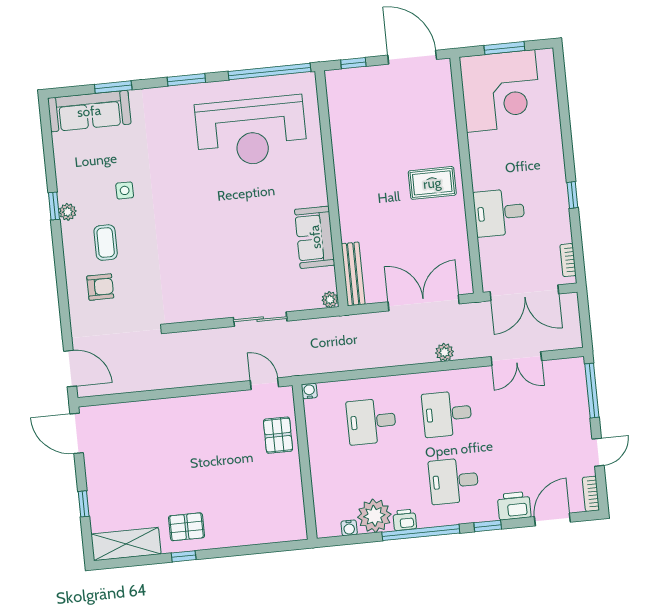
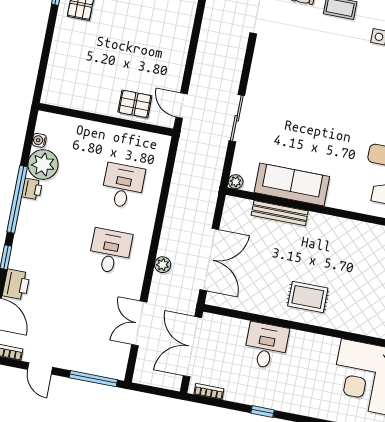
rug: (432, 183) -> (308, 297), turned 90
sofa: (315, 237) -> (292, 185), width x1.36
bench: (353, 274) -> (280, 213), moved
door: (264, 384) -> (182, 106), swing flipped
water cooler: (309, 391) -> (164, 141), removed
desk: (454, 481) -> (52, 240), removed

